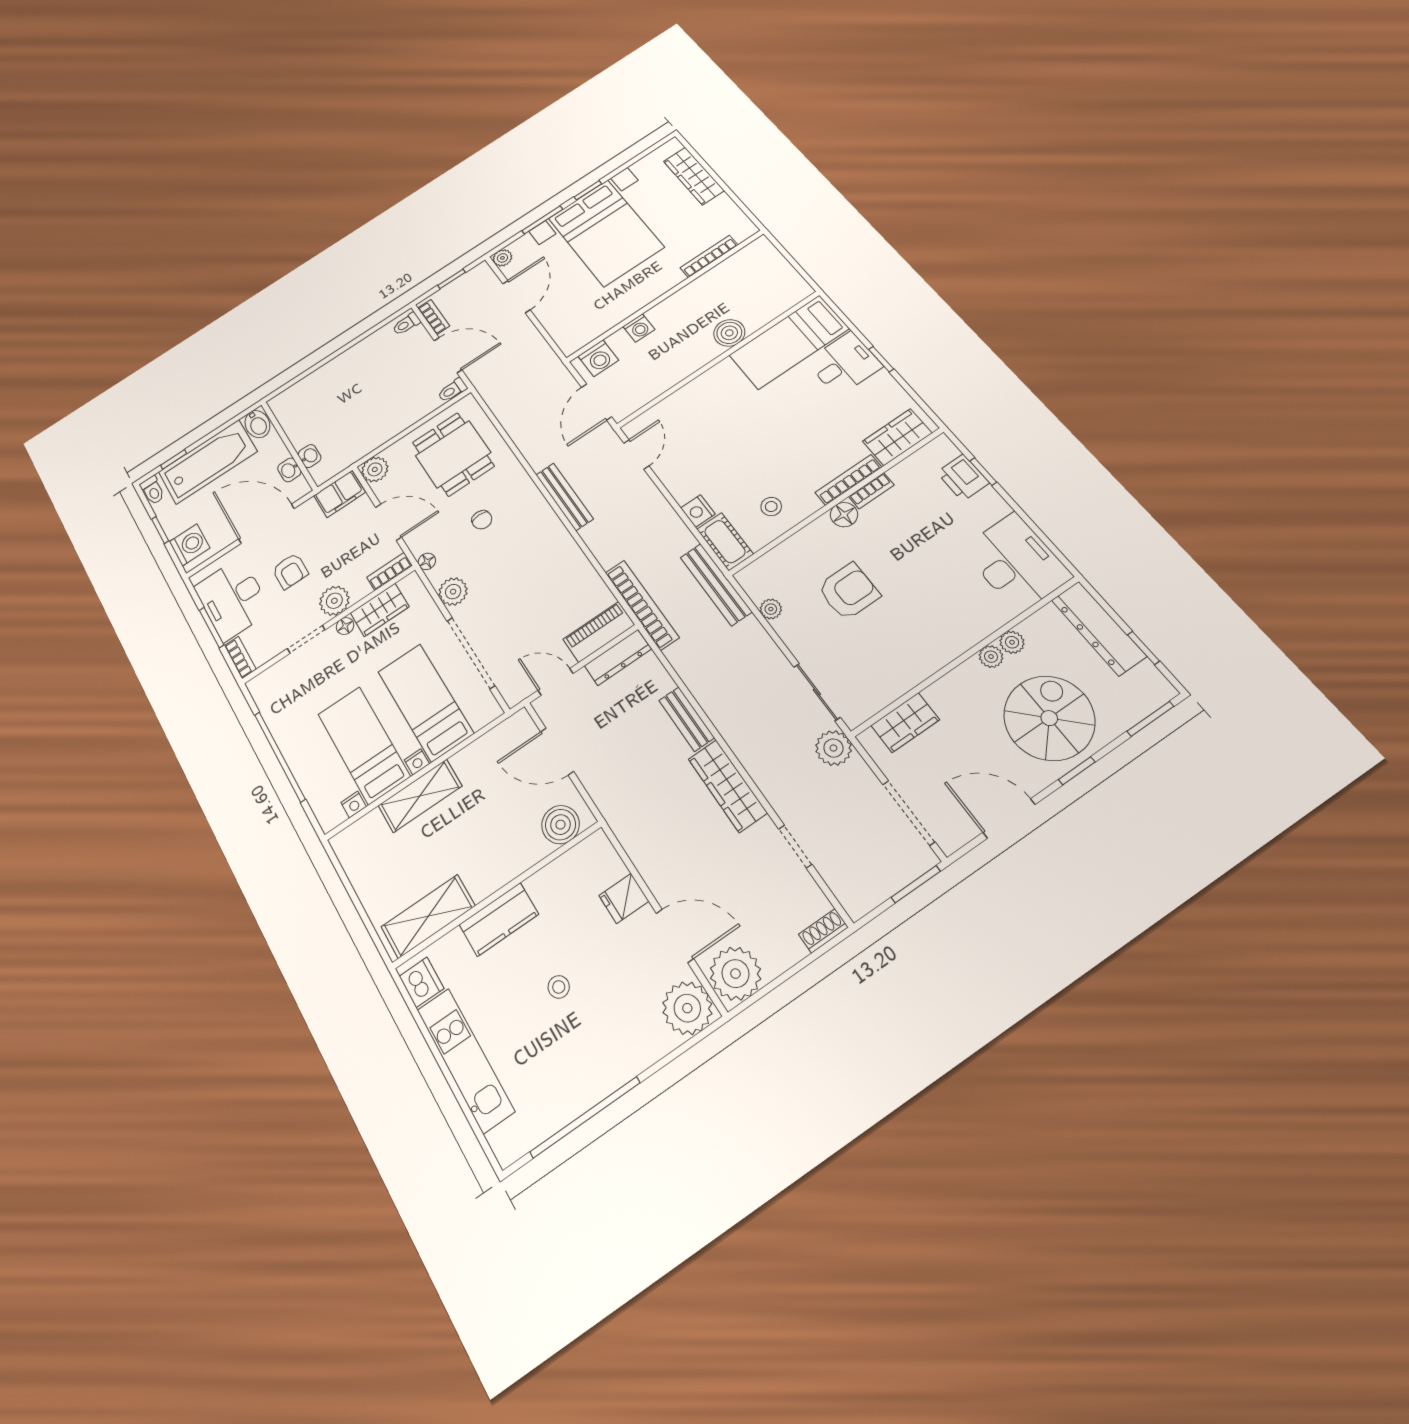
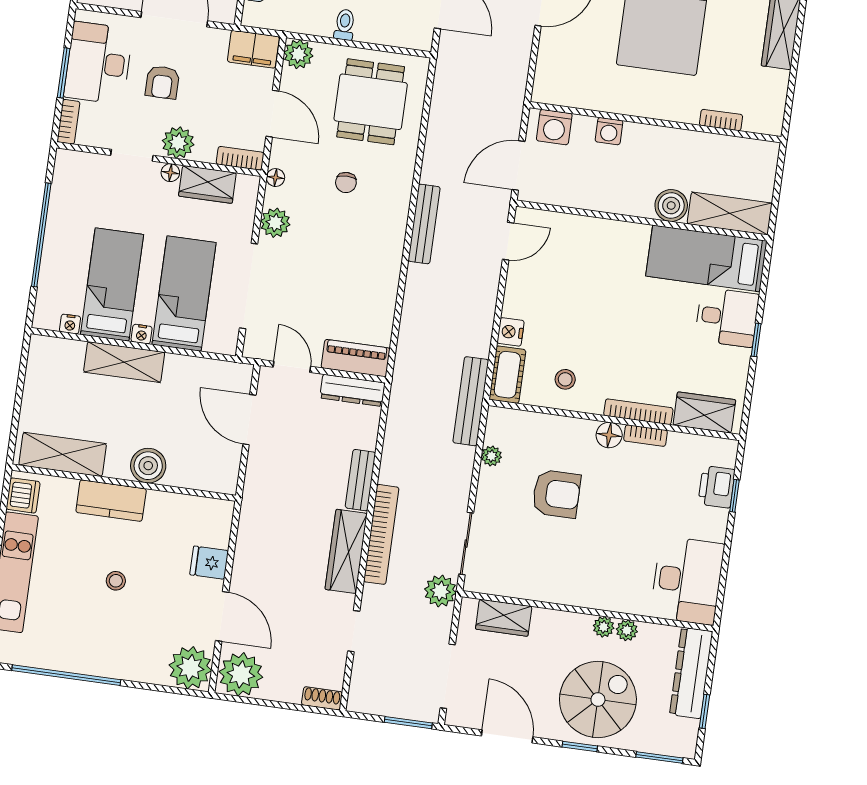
bookcase: (709, 256) -> (721, 120), width x0.64
shelving: (775, 302) -> (730, 213), added
toilet: (452, 390) -> (345, 25), moved, turned 90
bookcase: (642, 605) -> (381, 534), moved
boiler: (560, 825) -> (148, 466), moved

